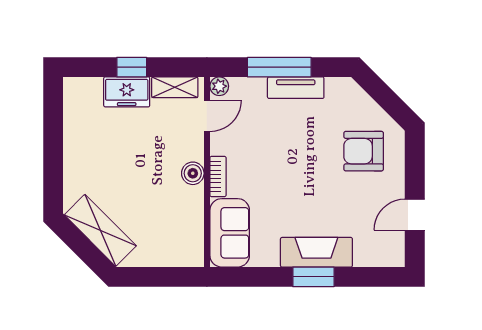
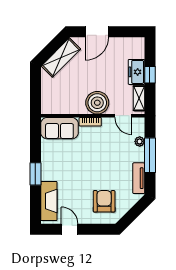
plant: (219, 86) -> (140, 141), moved
tv unit: (296, 88) -> (139, 178), moved
door: (53, 164) -> (97, 32), added
boiler: (193, 173) -> (97, 103), width x1.86, depth x1.86
fireplace: (316, 252) -> (49, 201), moved

